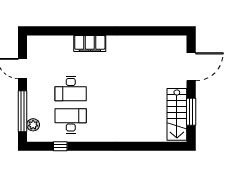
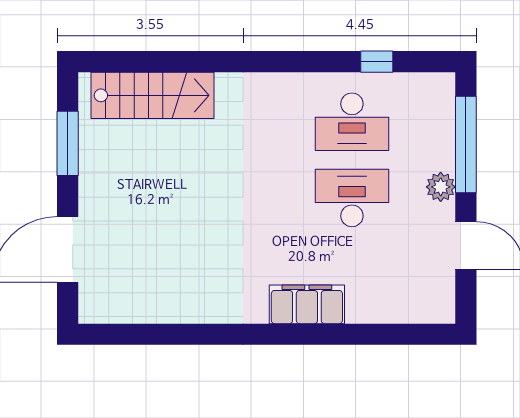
stairs: (177, 114) -> (152, 95), moved, turned 90
plant: (33, 125) -> (441, 187), moved

